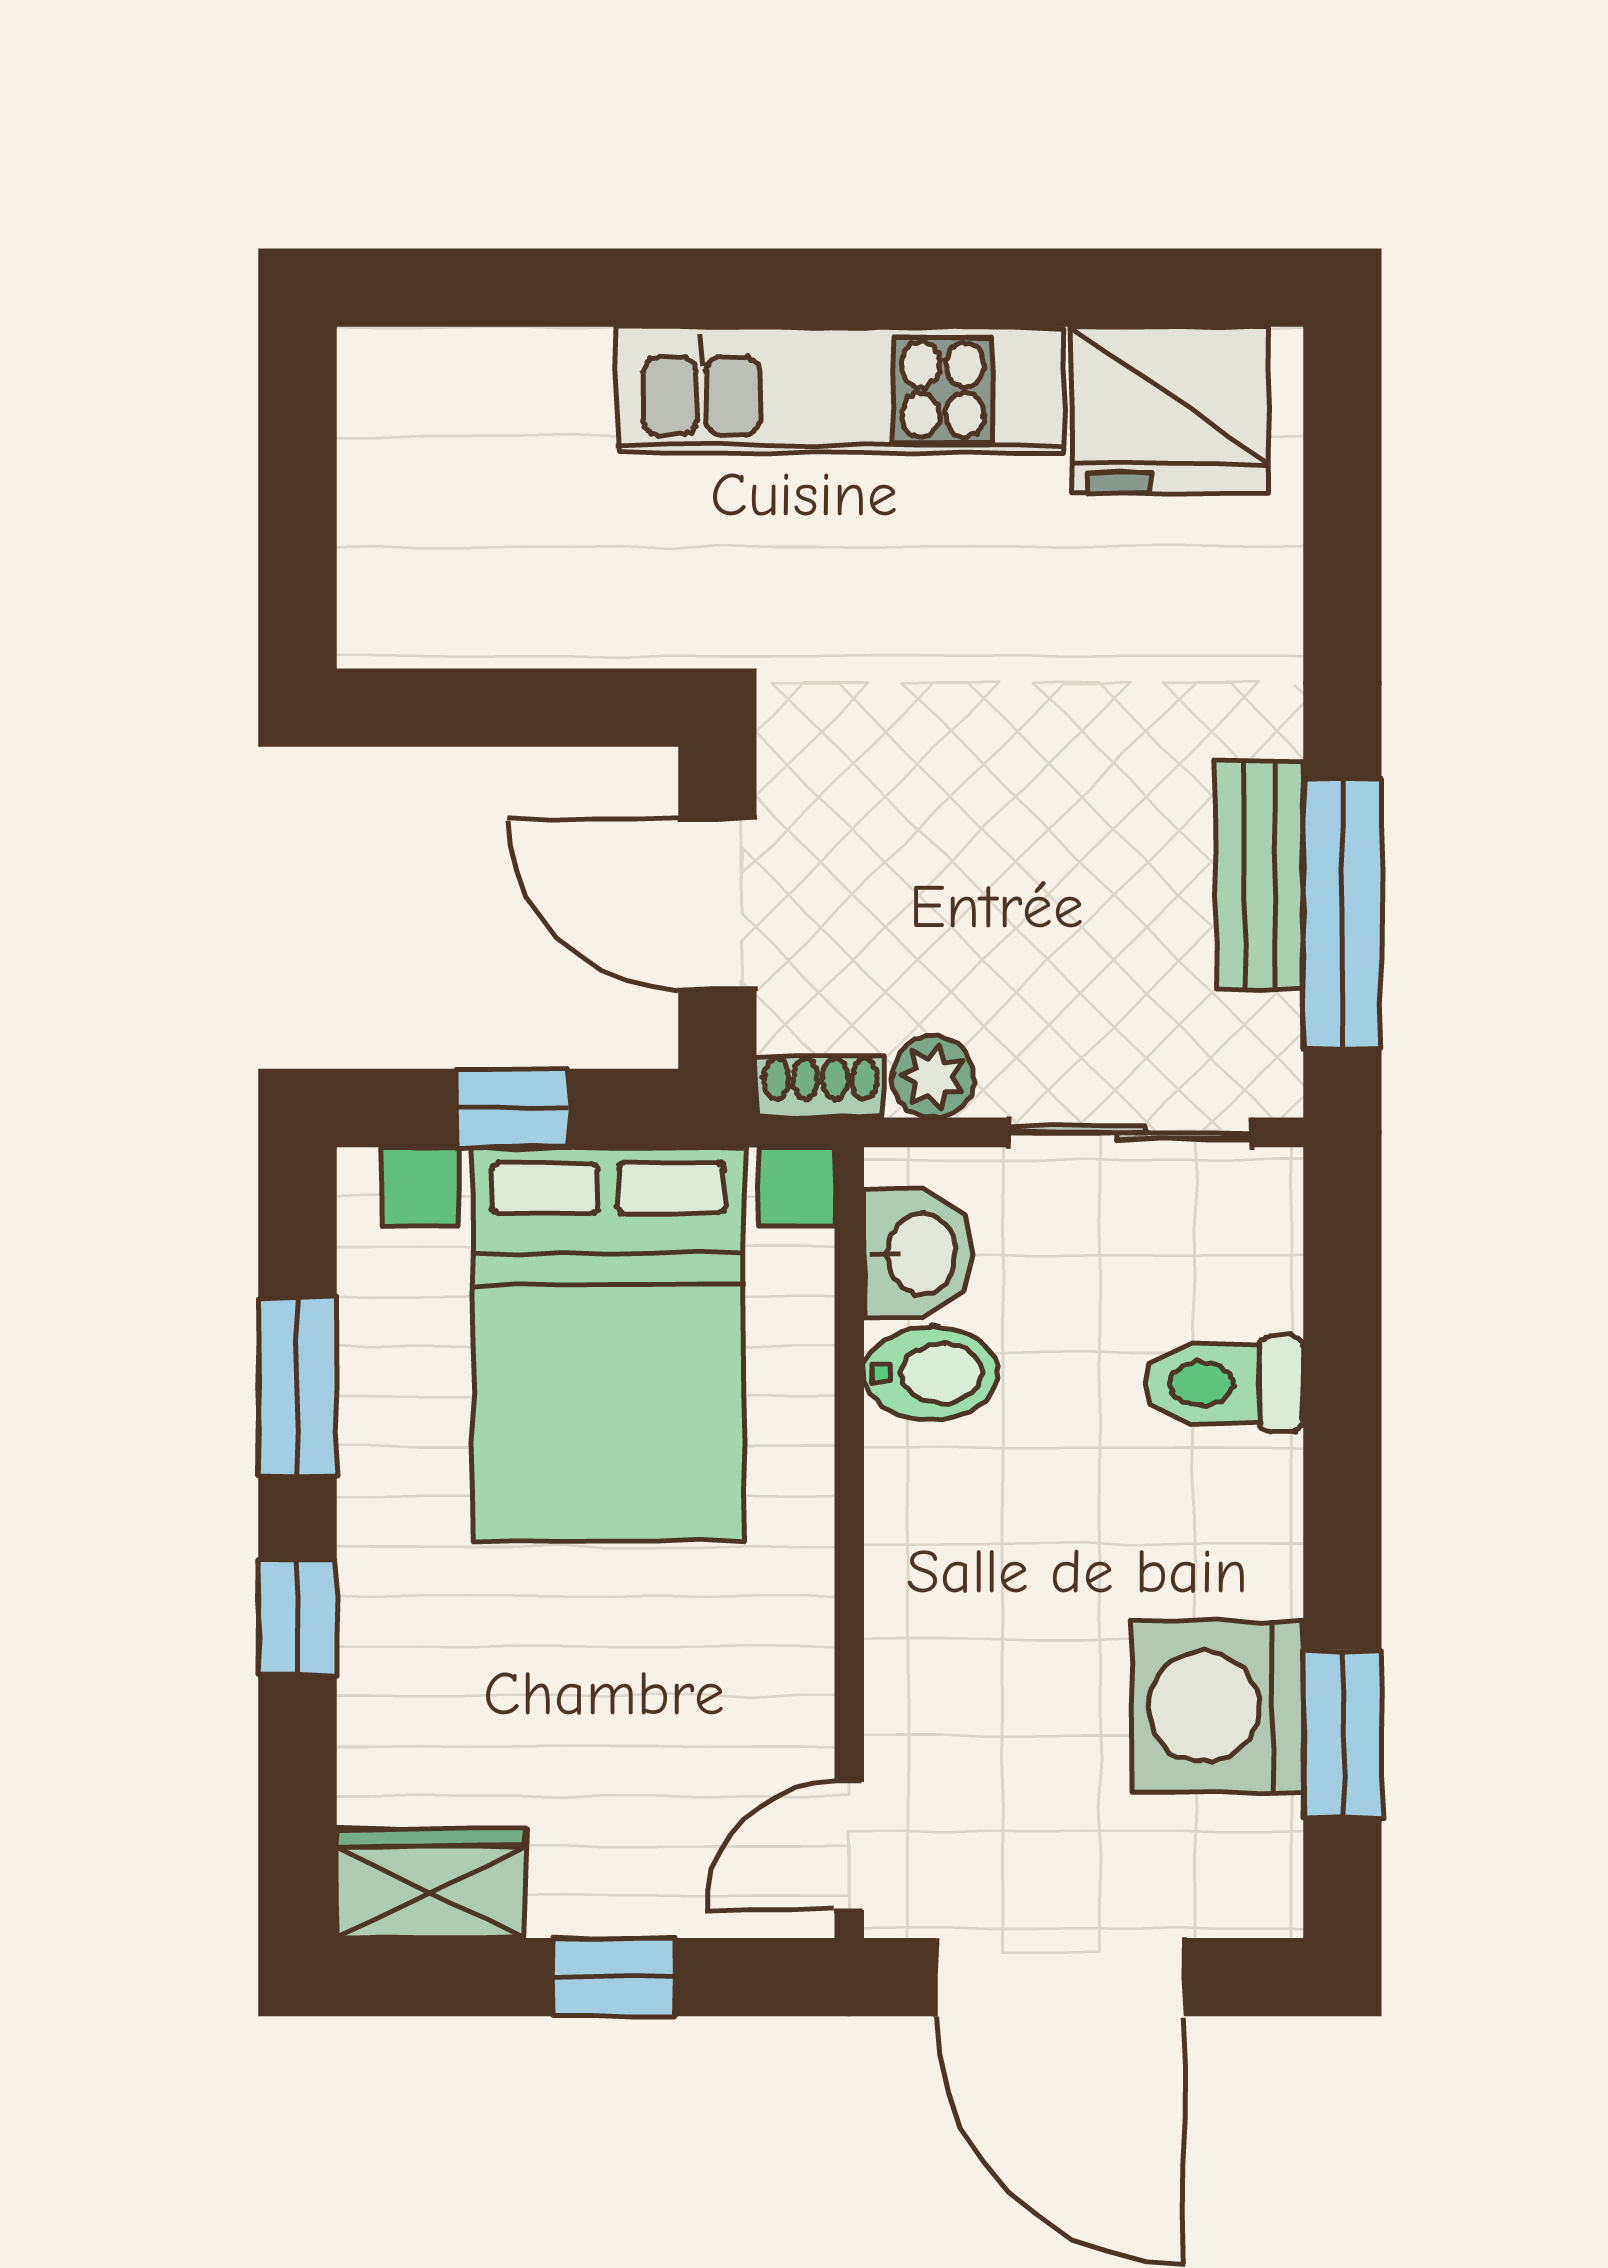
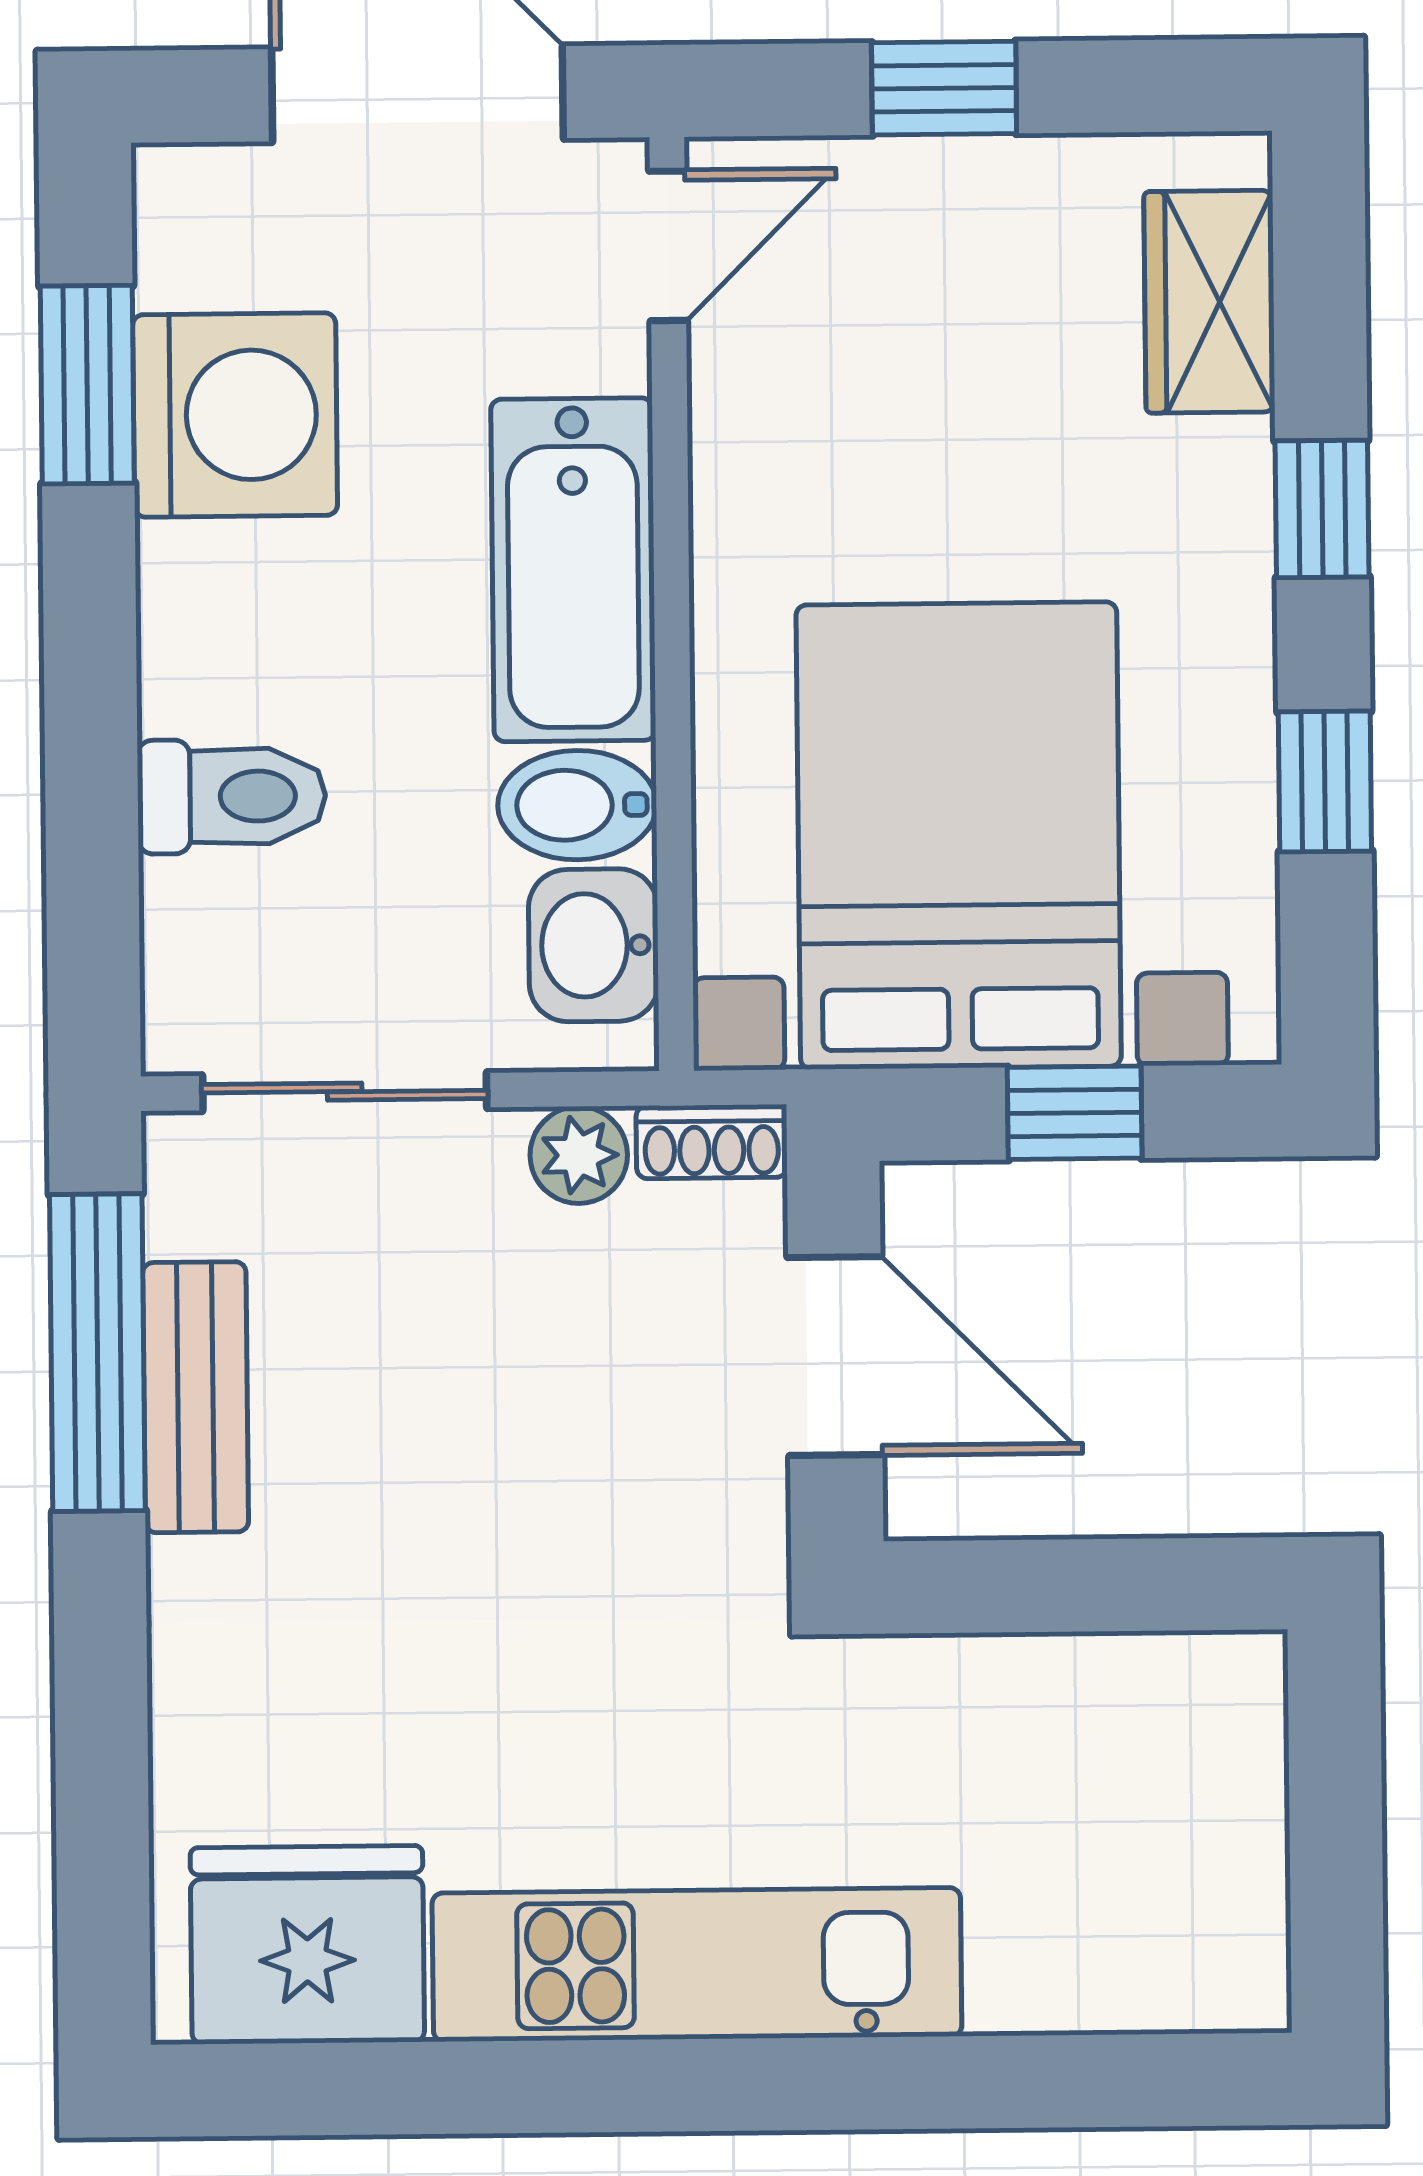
window: (297, 1386) -> (1325, 782), width x0.67
bathtub: (932, 1572) -> (573, 570), added
wardrobe: (431, 1884) -> (1209, 302), moved, turned 90

